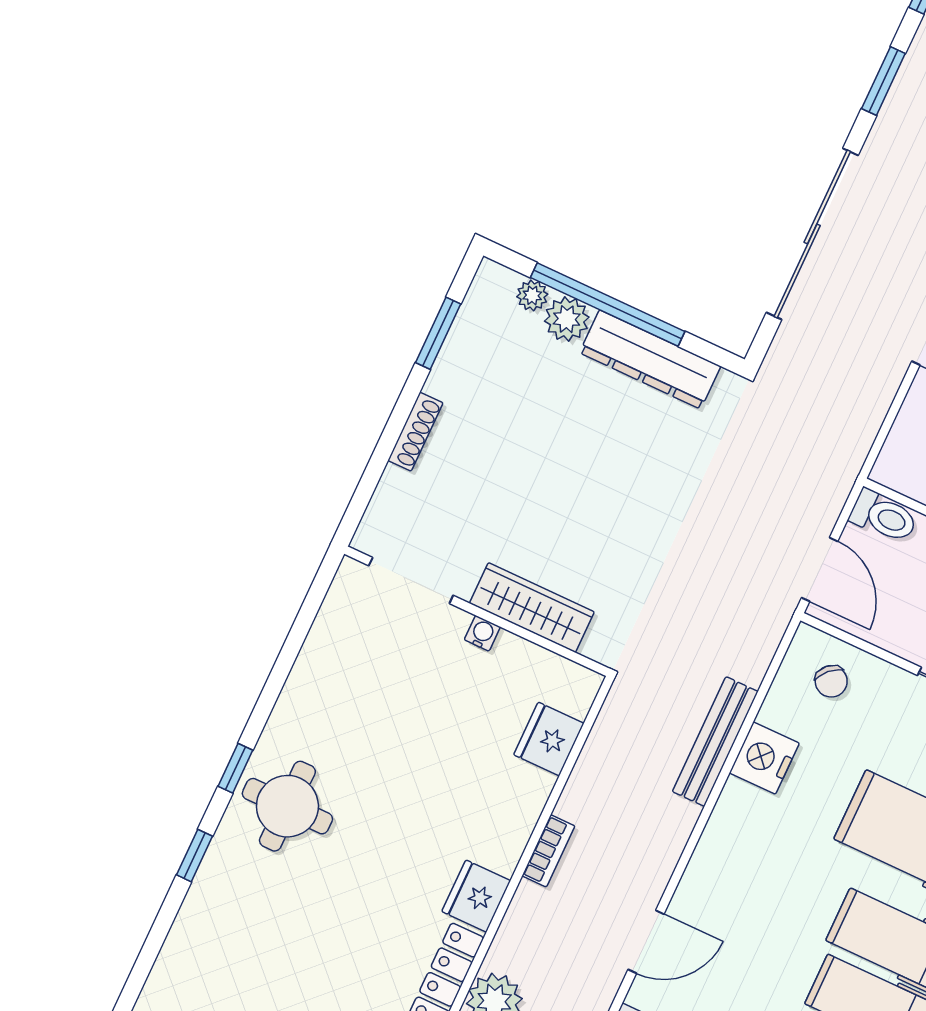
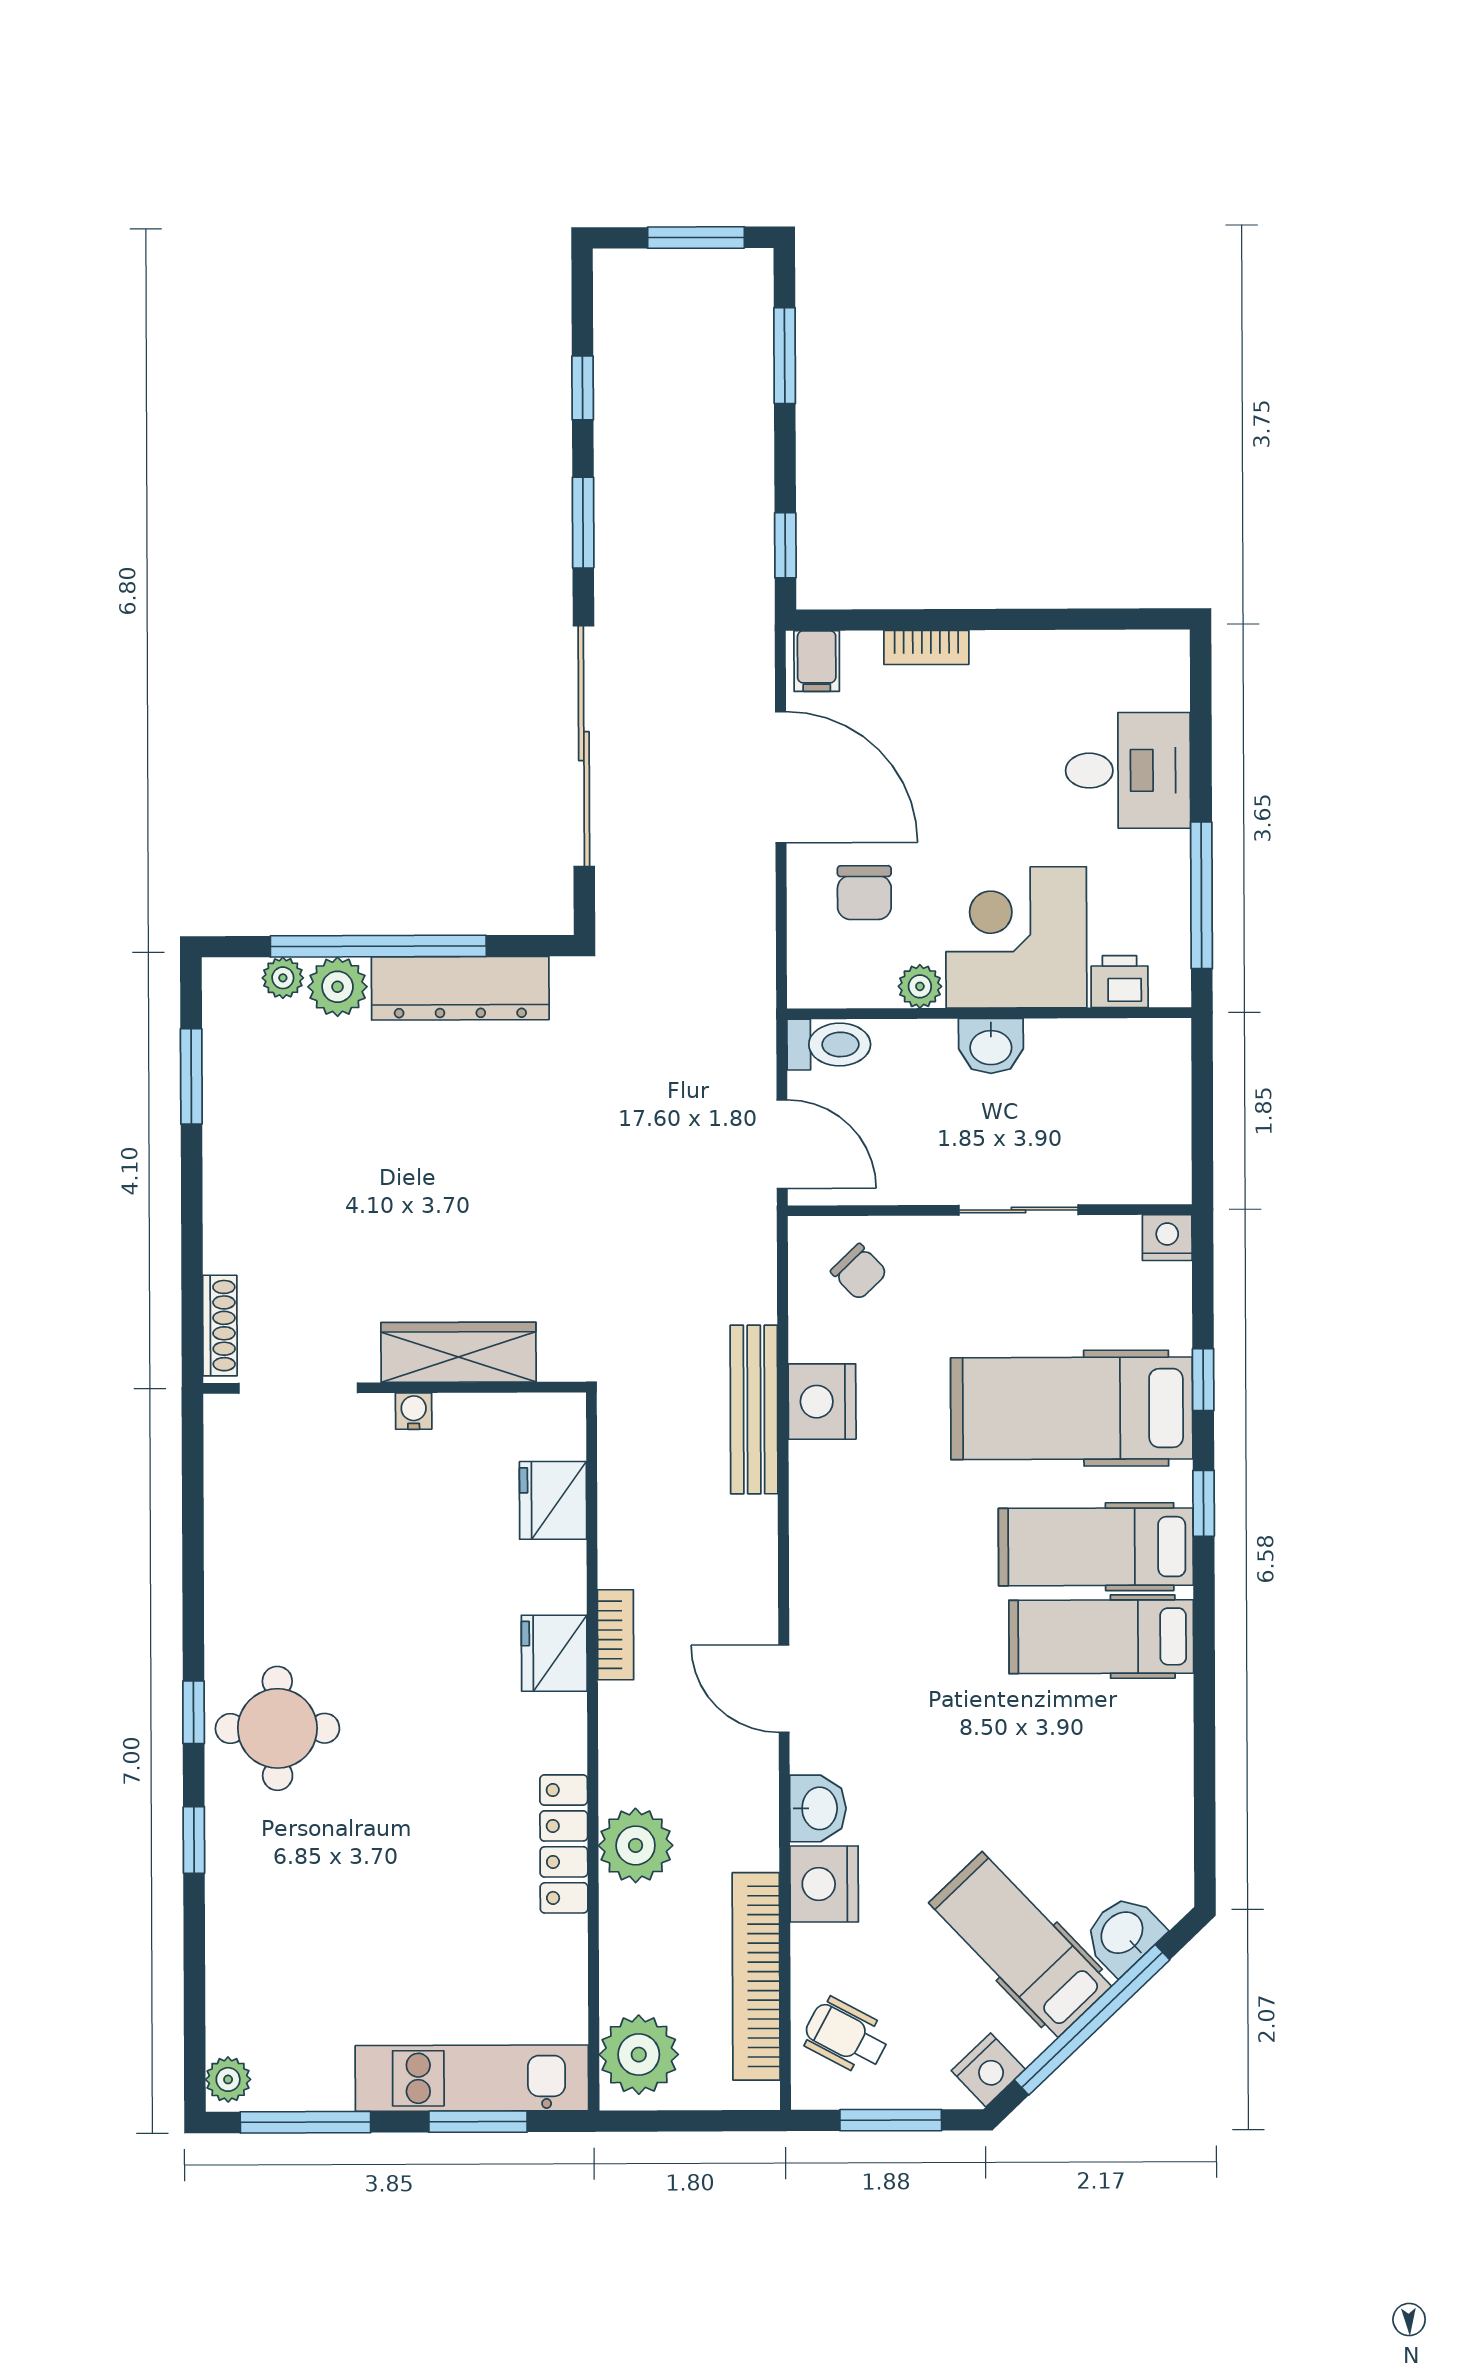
shoe rack: (415, 432) -> (220, 1326), moved
fridge: (476, 896) -> (554, 1653), moved
door: (646, 942) -> (784, 1689), swing flipped

